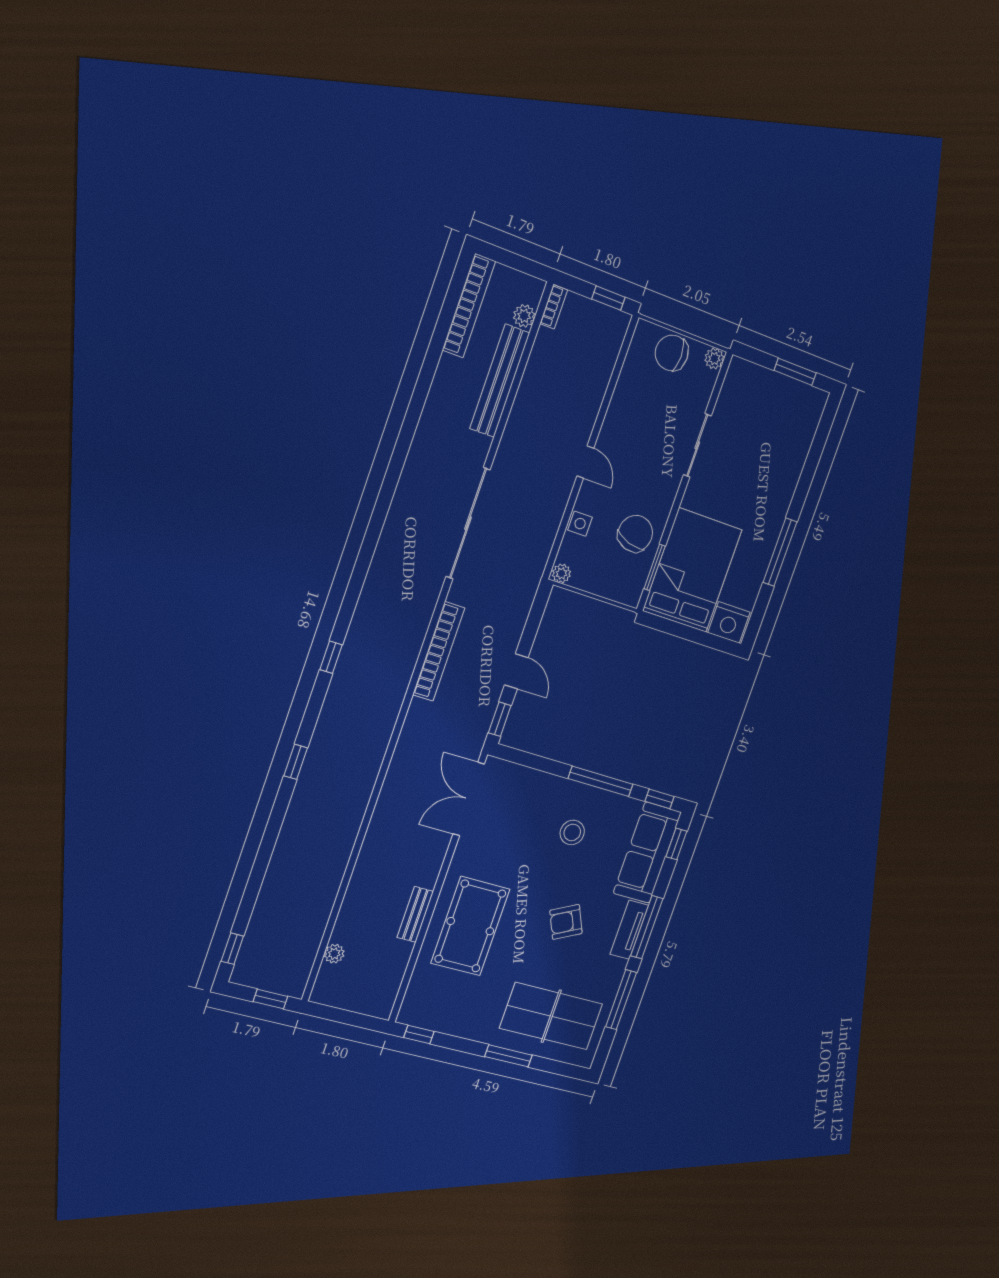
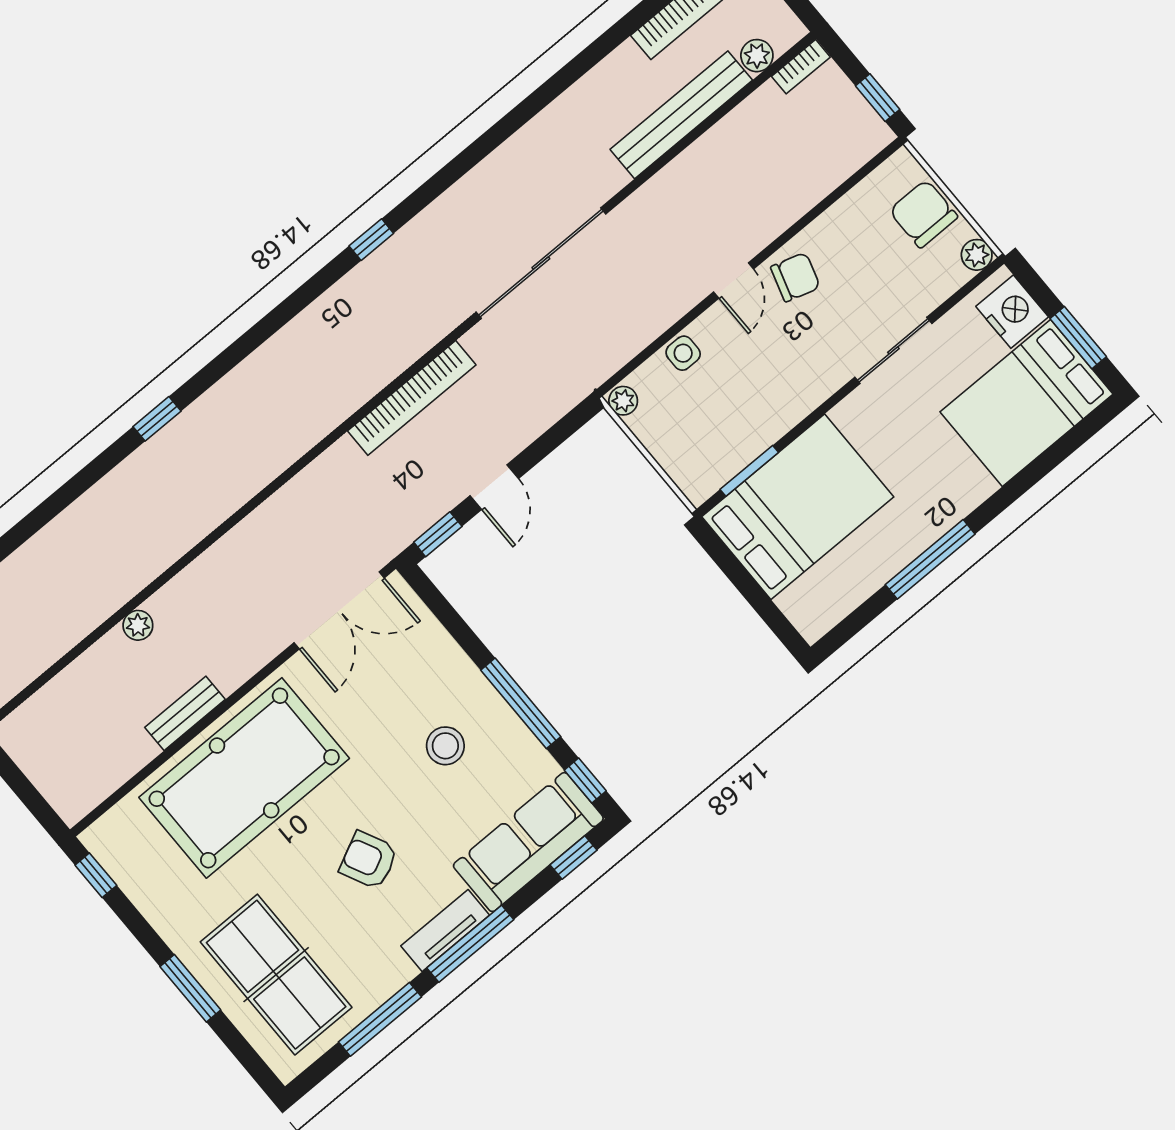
bed: (786, 428) -> (1026, 403), added
chair: (635, 534) -> (795, 277), moved, width x0.73, depth x0.73
nightstand: (729, 622) -> (1012, 312), moved, turned 180
window: (331, 657) -> (371, 240), moved
double door: (469, 799) -> (339, 610), swing flipped
pool table: (470, 926) -> (244, 778), width x1.36, depth x1.32
plant: (334, 954) -> (138, 625), moved

